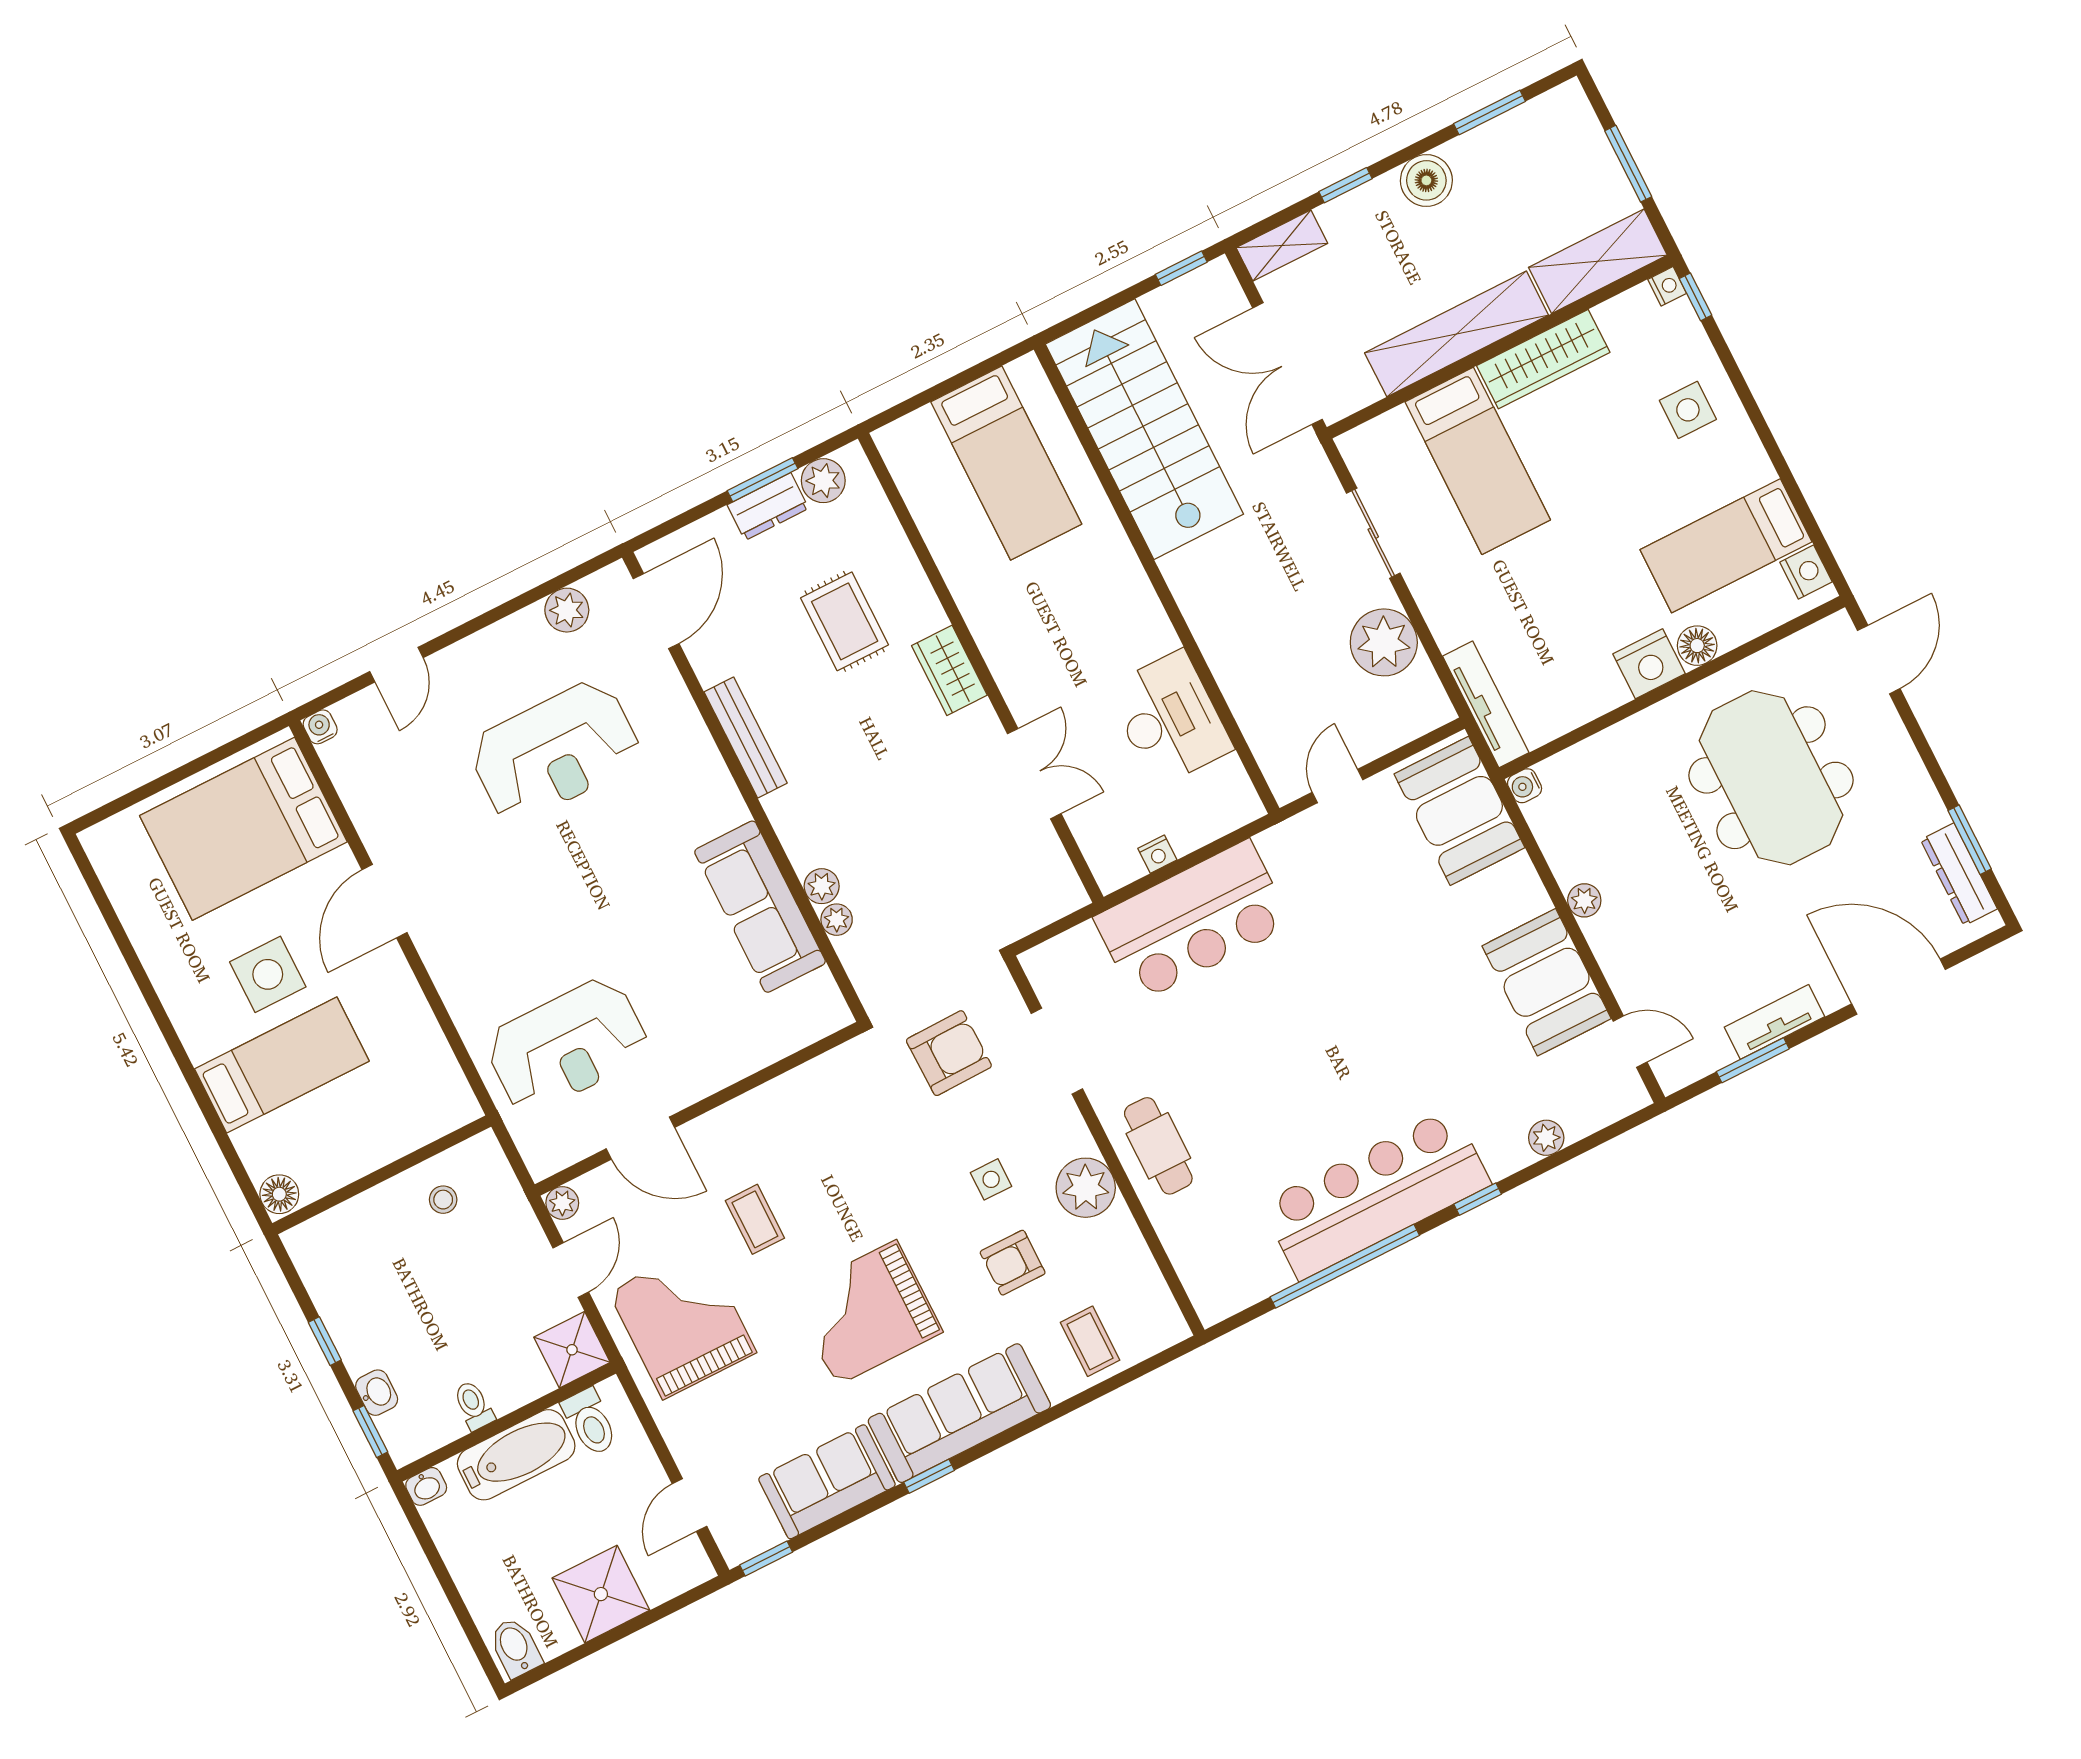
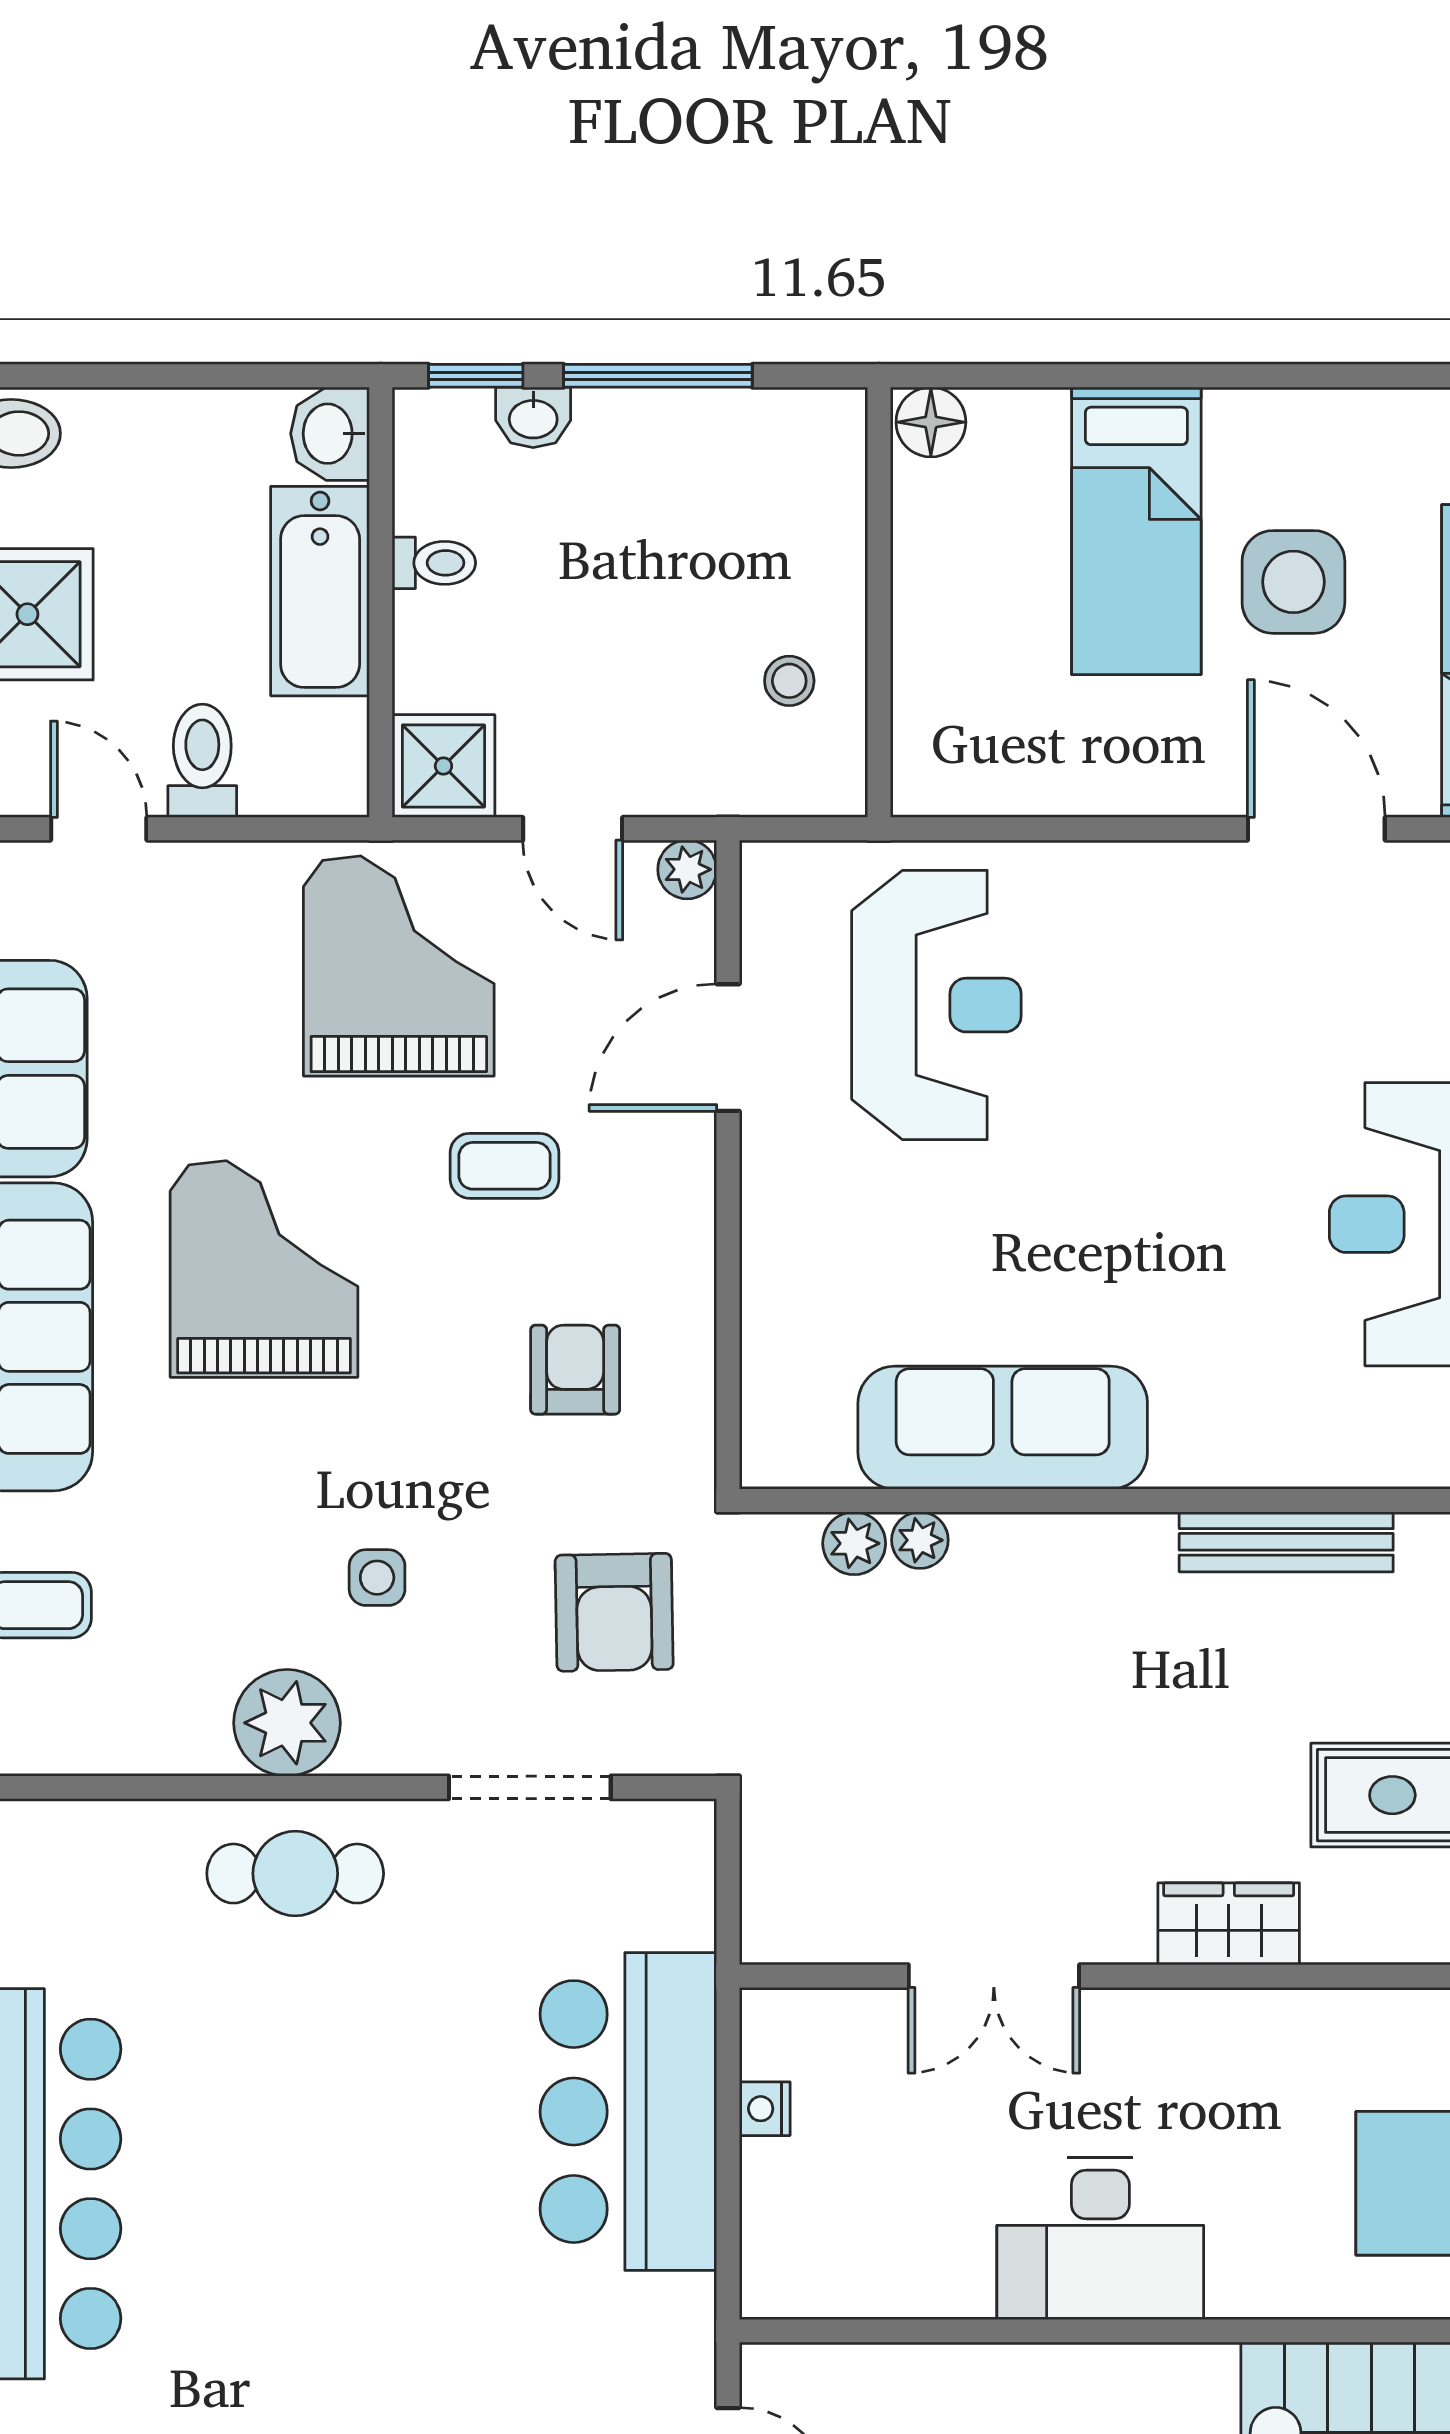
desk: (1170, 718) -> (1100, 2238), moved
plant: (822, 886) -> (854, 1543), moved
reception desk: (567, 1045) -> (936, 1005), turned 180
armchair: (1013, 1263) -> (575, 1370), moved
grand piano: (682, 1322) -> (399, 966), turned -90
window: (325, 1341) -> (658, 376), width x2.17
toilet: (590, 1422) -> (202, 761), moved, turned 90
washbasin: (426, 1486) -> (330, 434), width x1.38, depth x1.45

